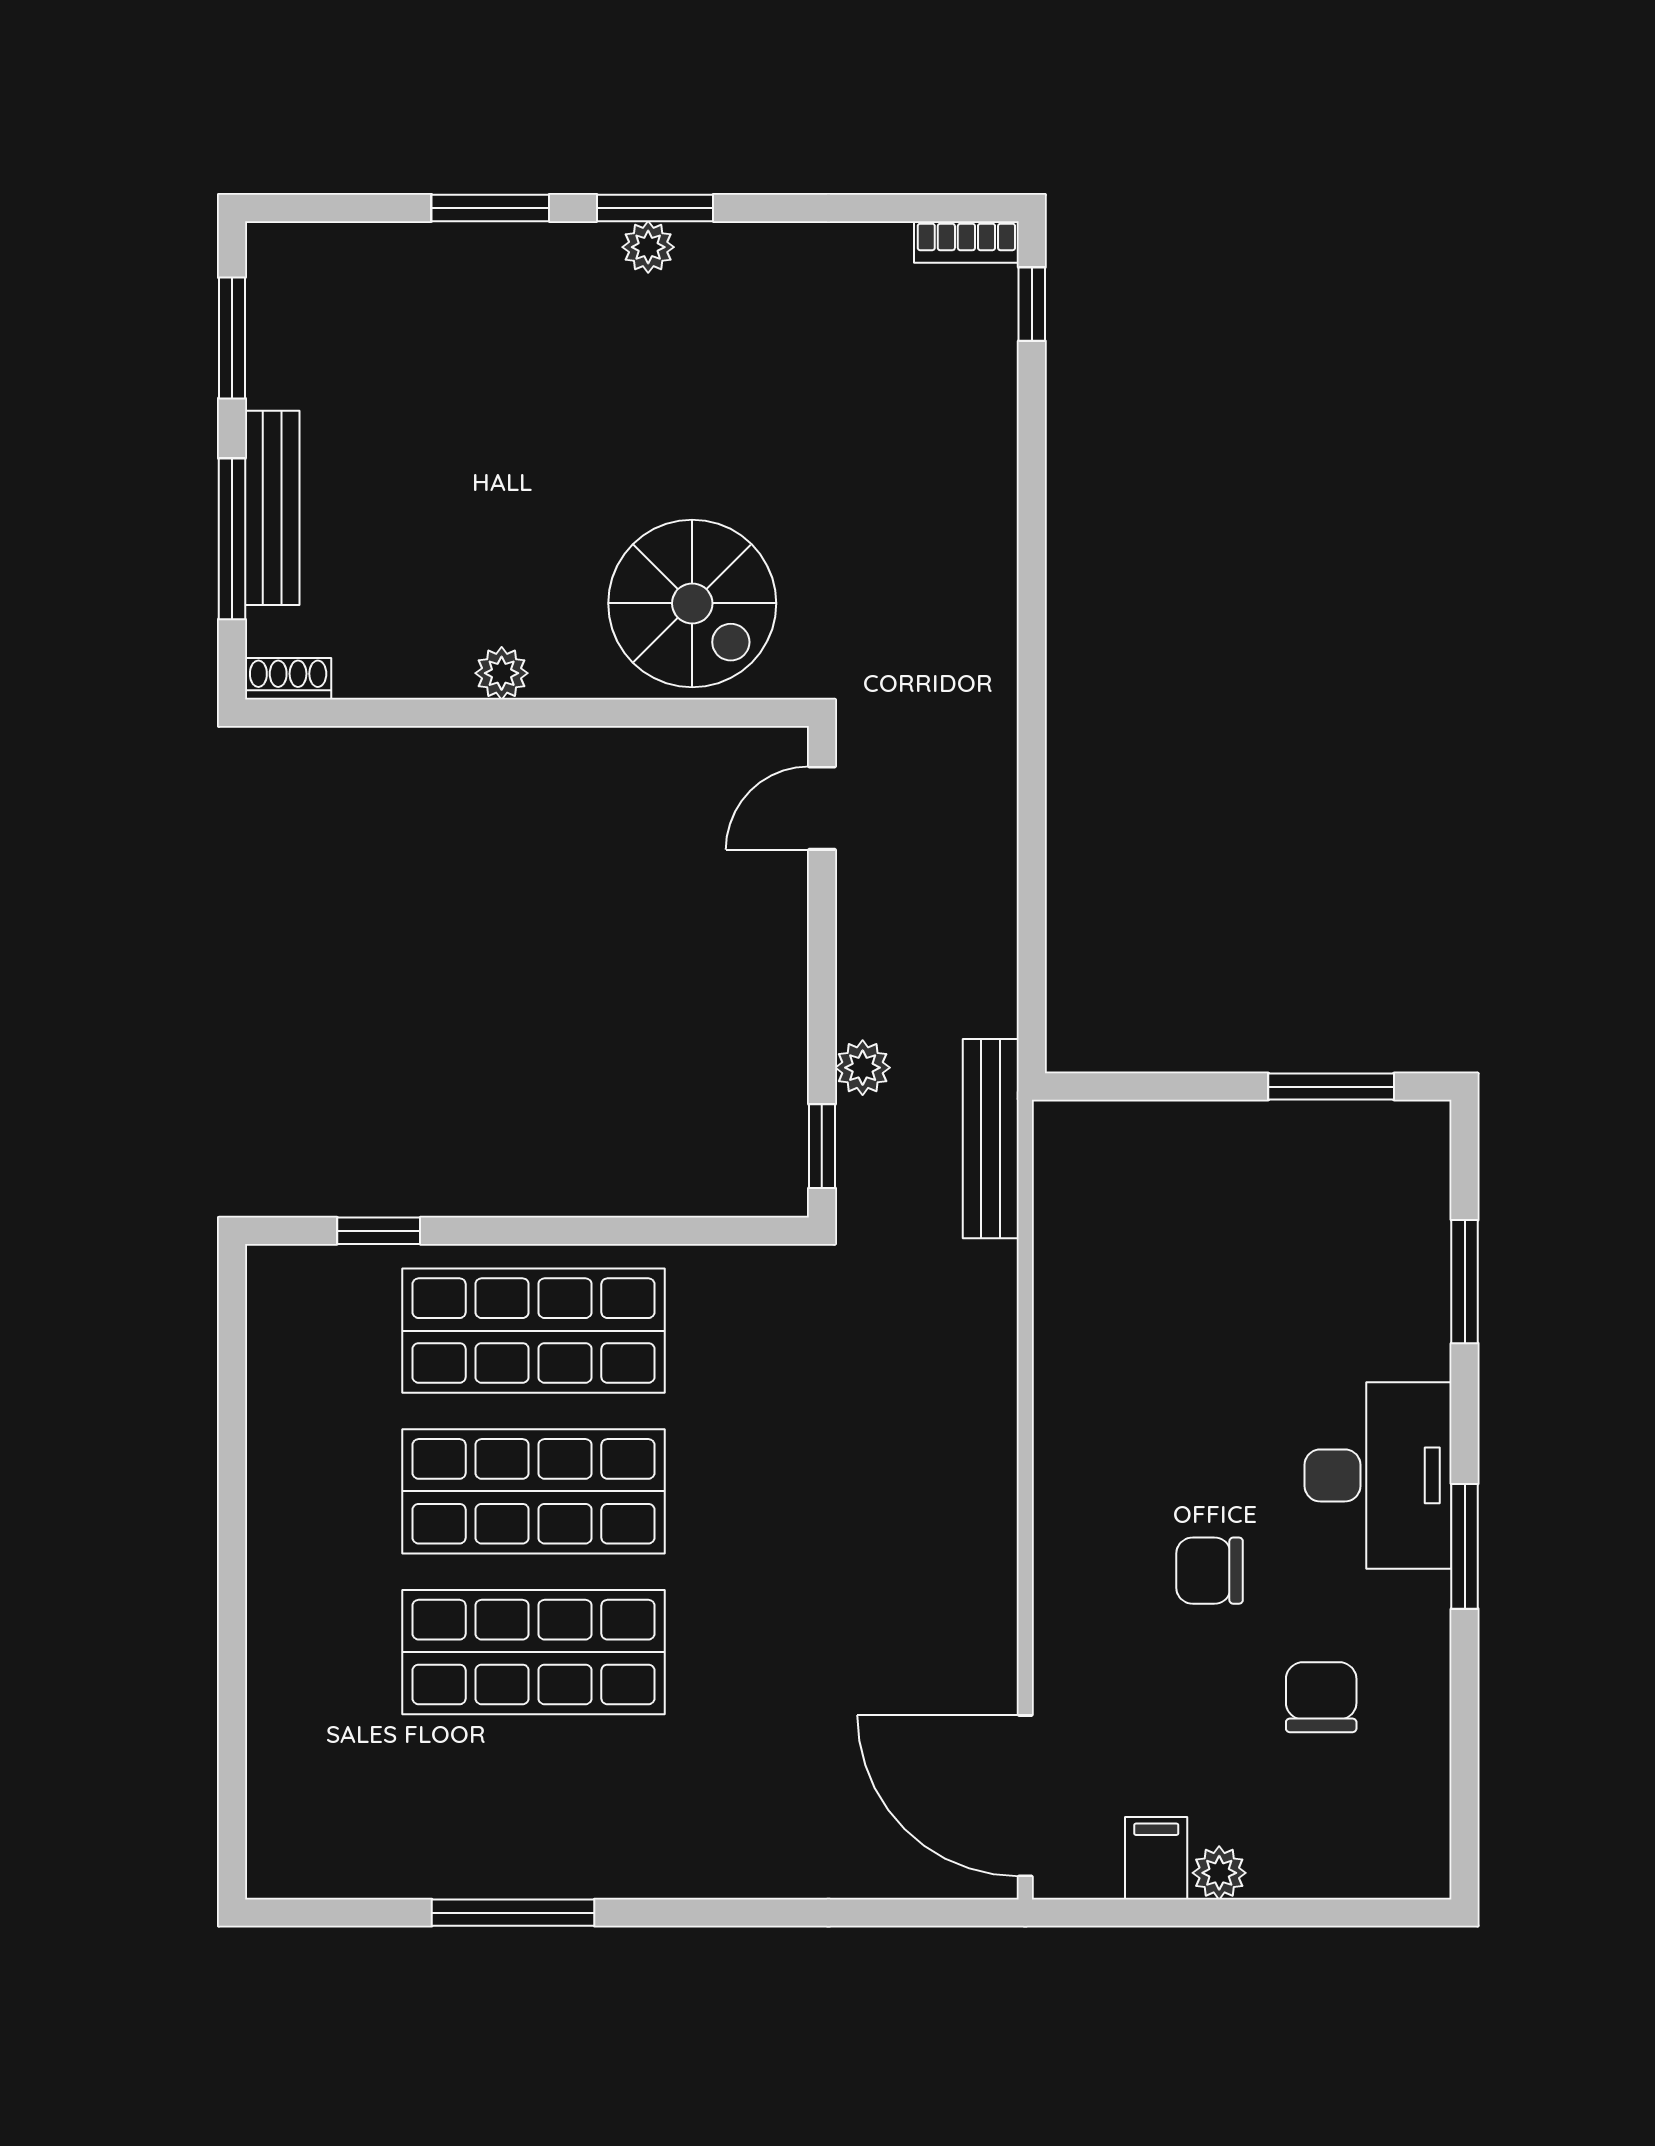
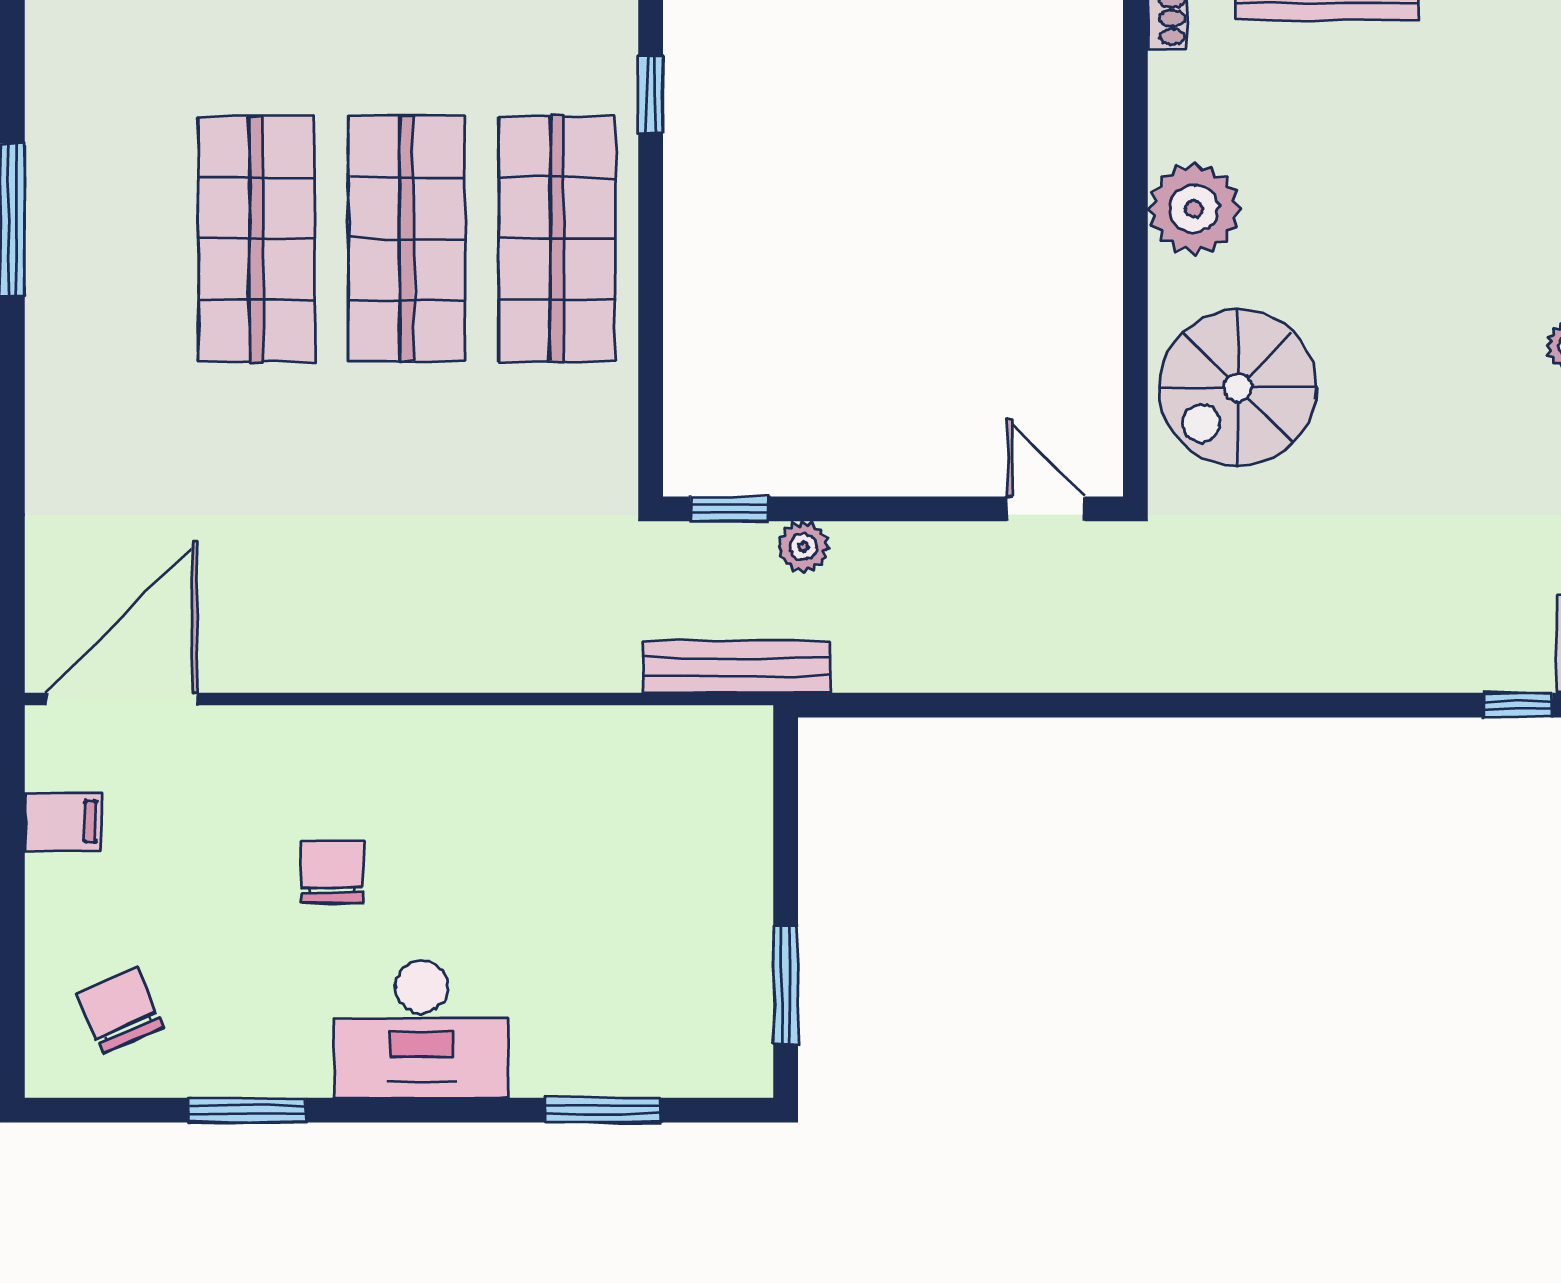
plant: (502, 673) -> (1194, 209), width x1.88, depth x1.88
window: (1465, 1546) -> (247, 1110), moved
chair: (1321, 1697) -> (120, 1010), moved, turned -114
plant: (1219, 1873) -> (50, 881), removed

